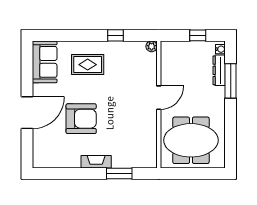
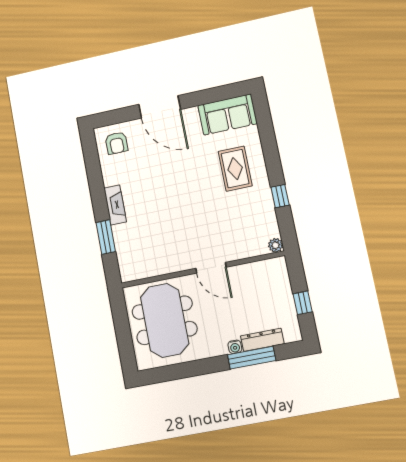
water cooler: (220, 49) -> (235, 347), moved
armchair: (81, 119) -> (117, 143), moved, width x0.53, depth x0.53

